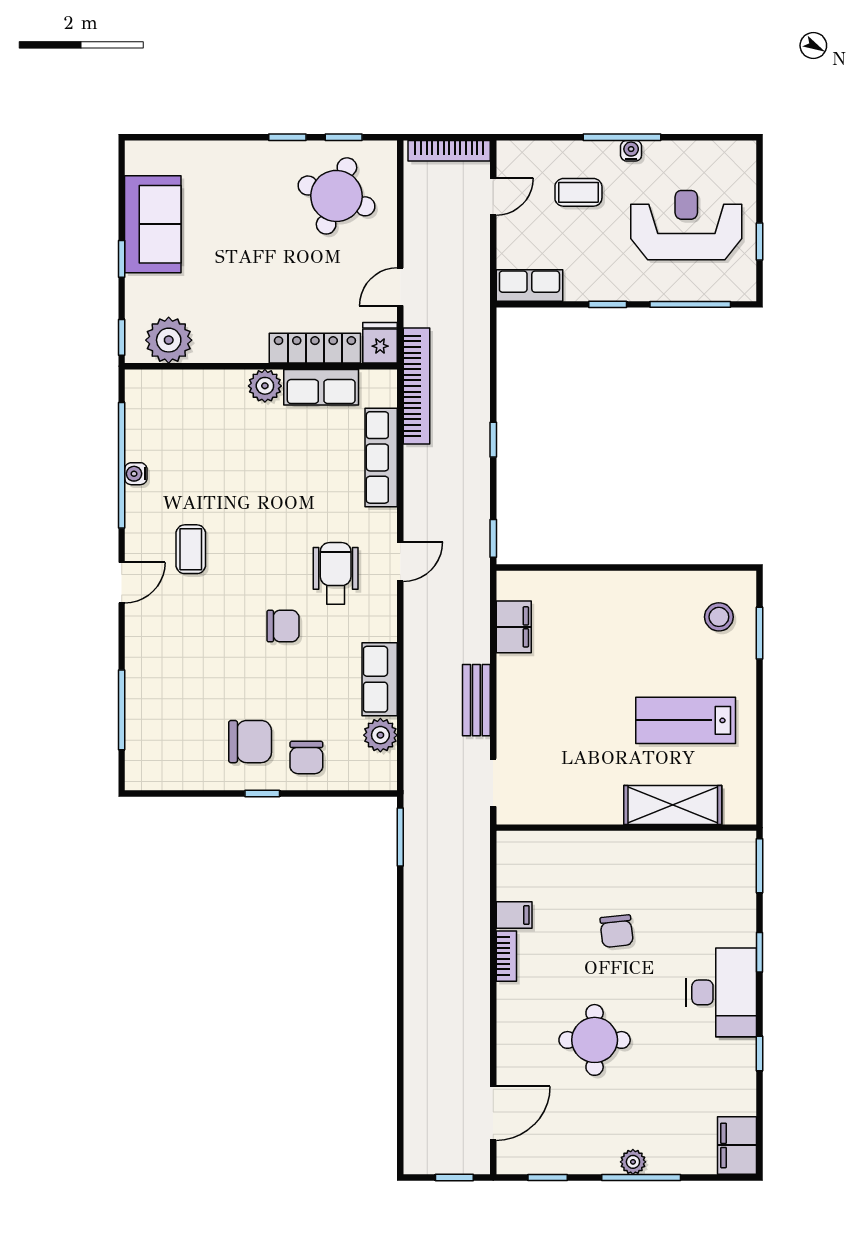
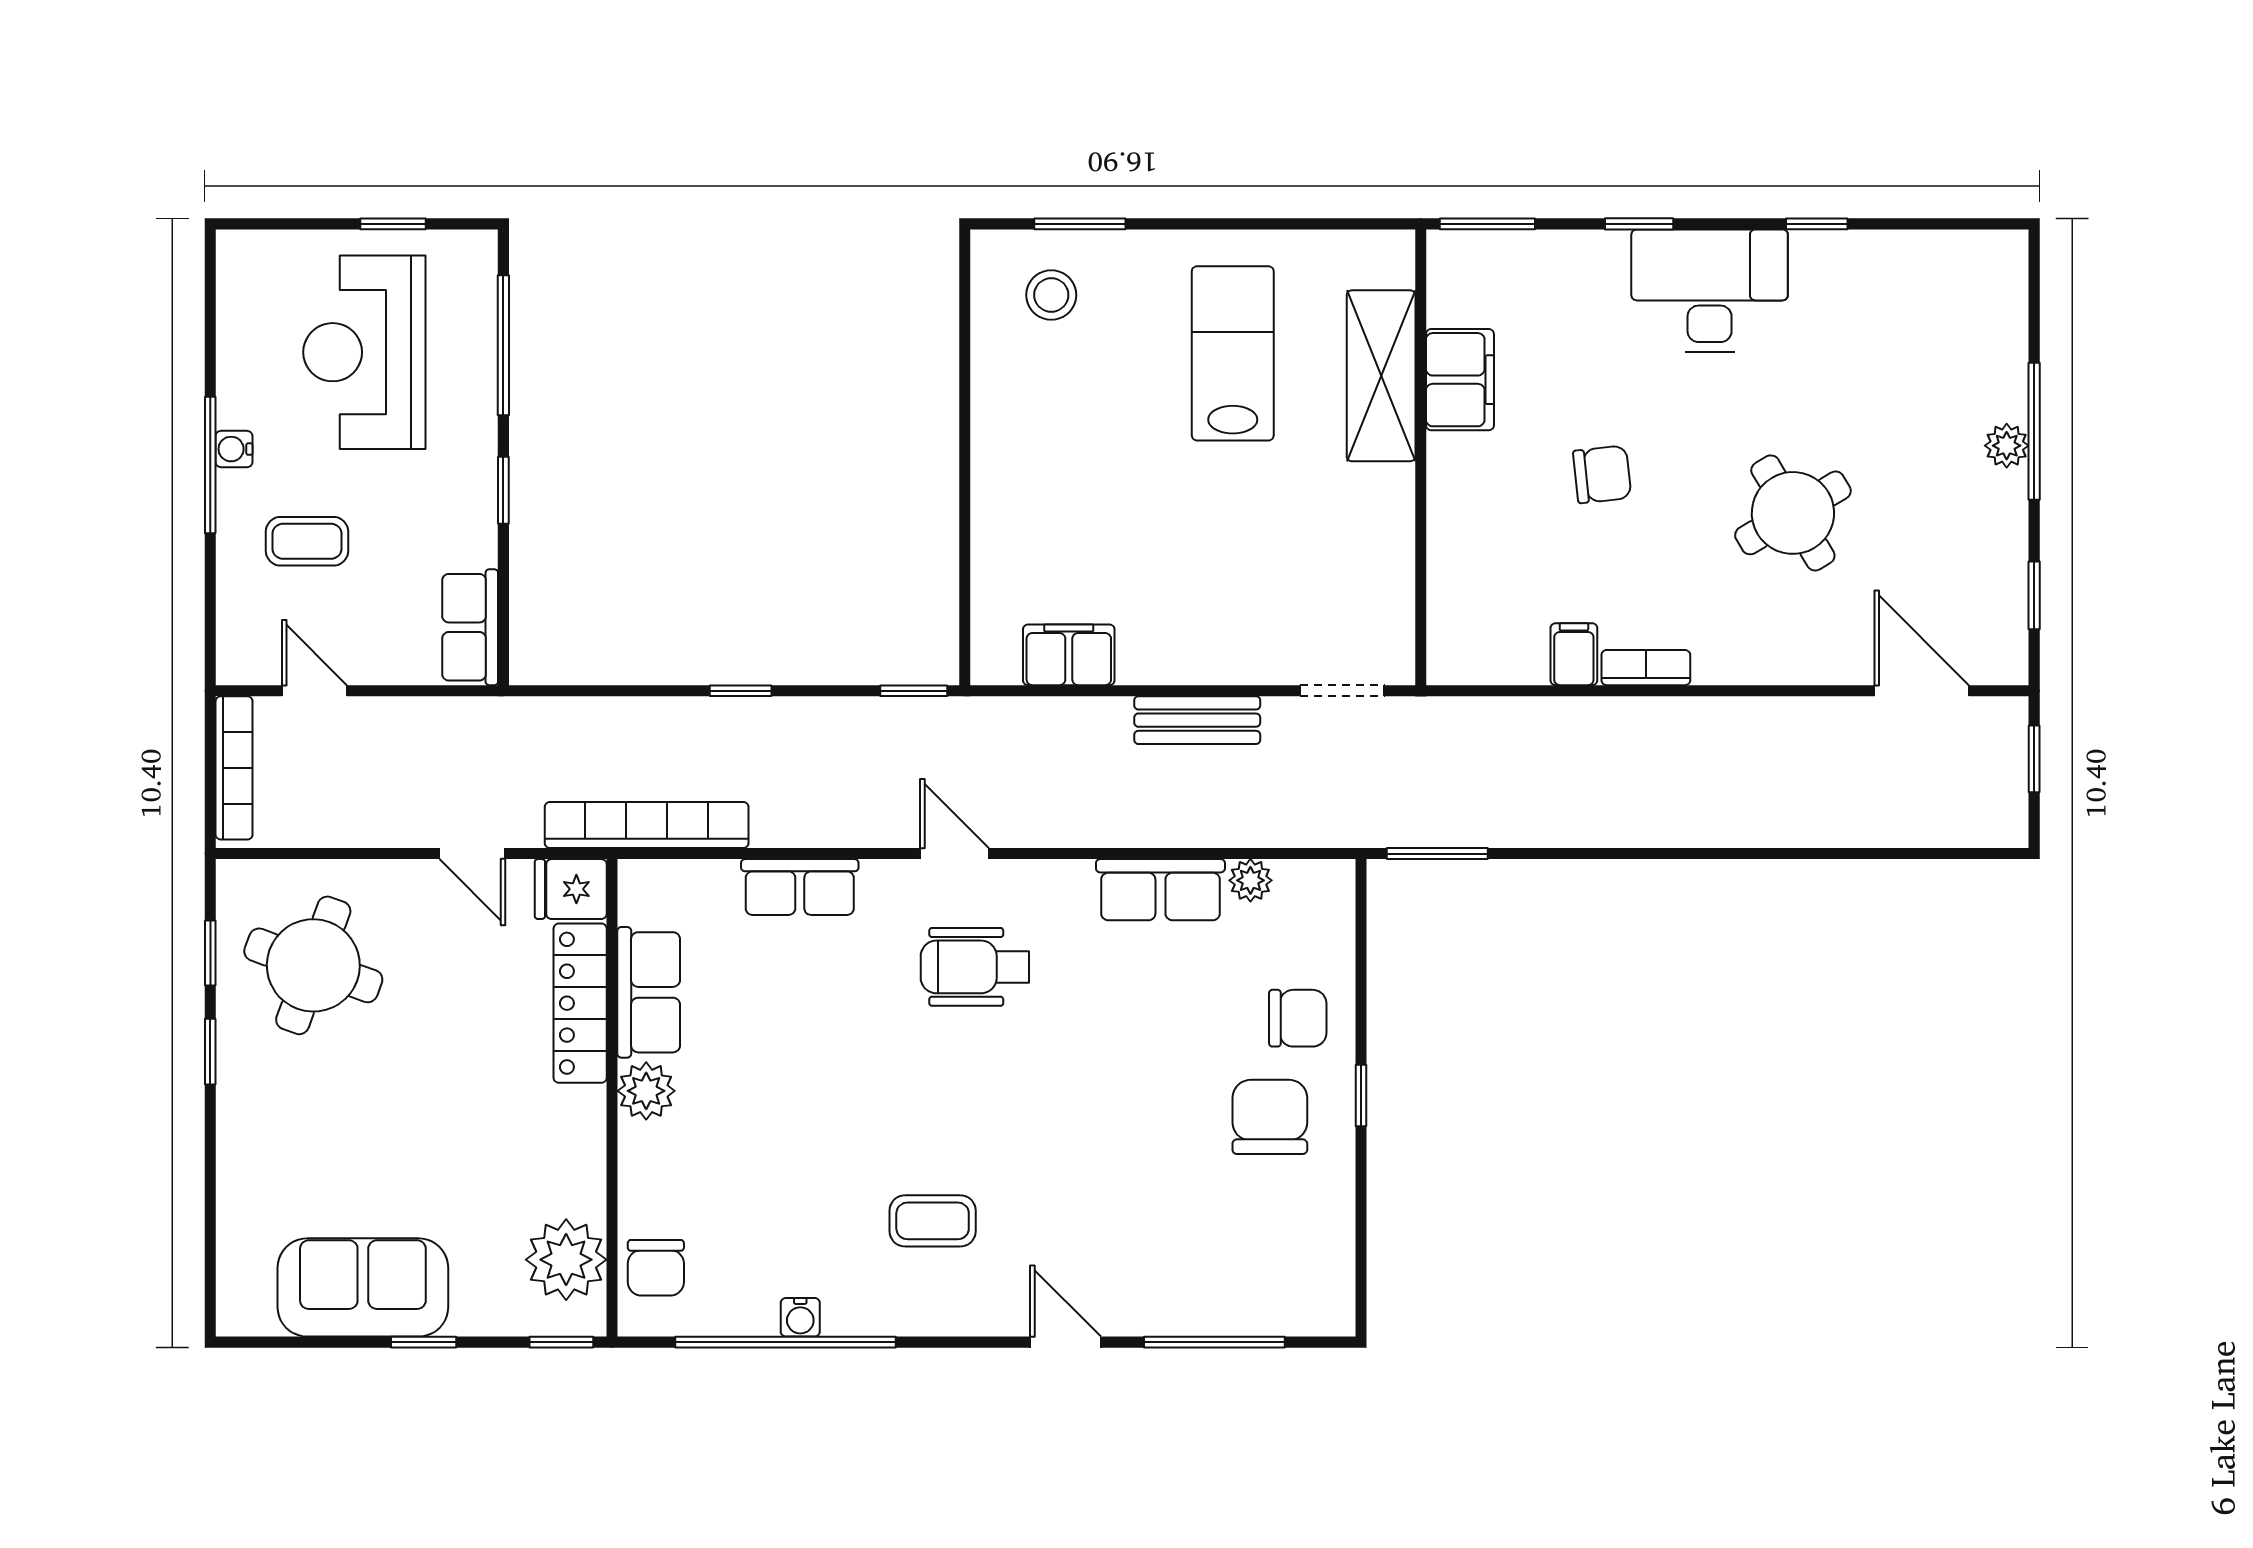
coffee table: (578, 192) -> (307, 541), turned 90
row of seats: (381, 457) -> (800, 887), width x0.68
door: (122, 583) -> (1065, 1342), moved
chair: (283, 626) -> (656, 1268), moved, turned 180
lab bench: (686, 720) -> (1233, 353), turned 180
plant: (380, 735) -> (1250, 880), width x0.73, depth x0.73
round table: (595, 1040) -> (1793, 513), turned -31
filing cabinet: (737, 1145) -> (1460, 380), moved, turned -90

